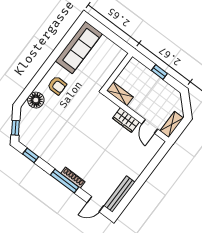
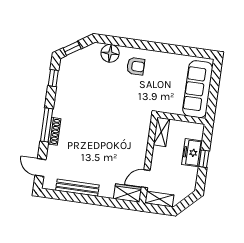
sofa: (79, 47) -> (198, 89), moved, turned 90
freezer: (149, 79) -> (192, 153), added
armchair: (57, 85) -> (136, 66), turned -90
wardrobe: (126, 120) -> (128, 193), moved, turned 90
bench: (120, 194) -> (77, 188), moved

